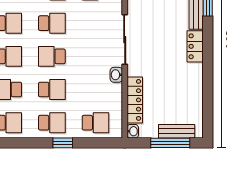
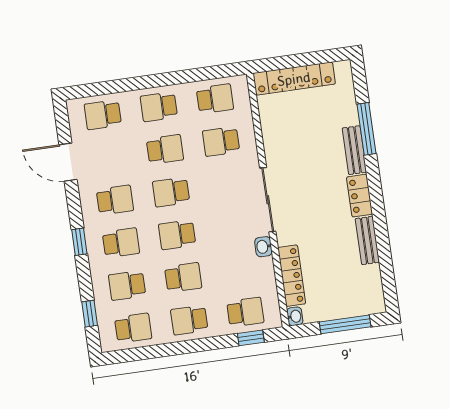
school desk: (52, 23) -> (171, 192), turned 180
school desk: (52, 123) -> (189, 320), turned 180
bench: (177, 131) -> (367, 240), moved, turned 90
window: (63, 143) -> (251, 338), moved

